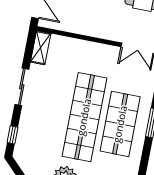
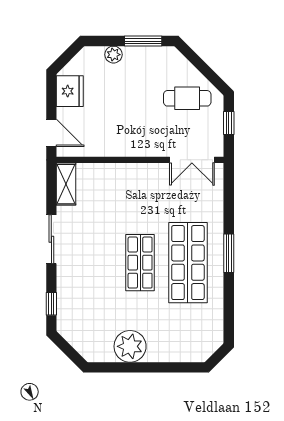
shop shelf: (84, 117) -> (140, 263), width x0.50, depth x0.74

